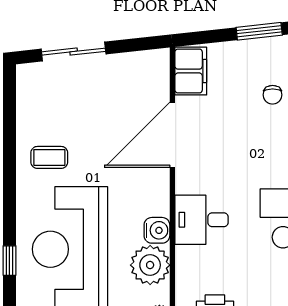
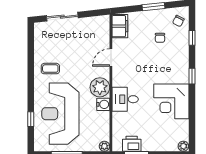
door: (172, 135) -> (111, 57), width x0.53
plant: (150, 265) -> (100, 87), moved

